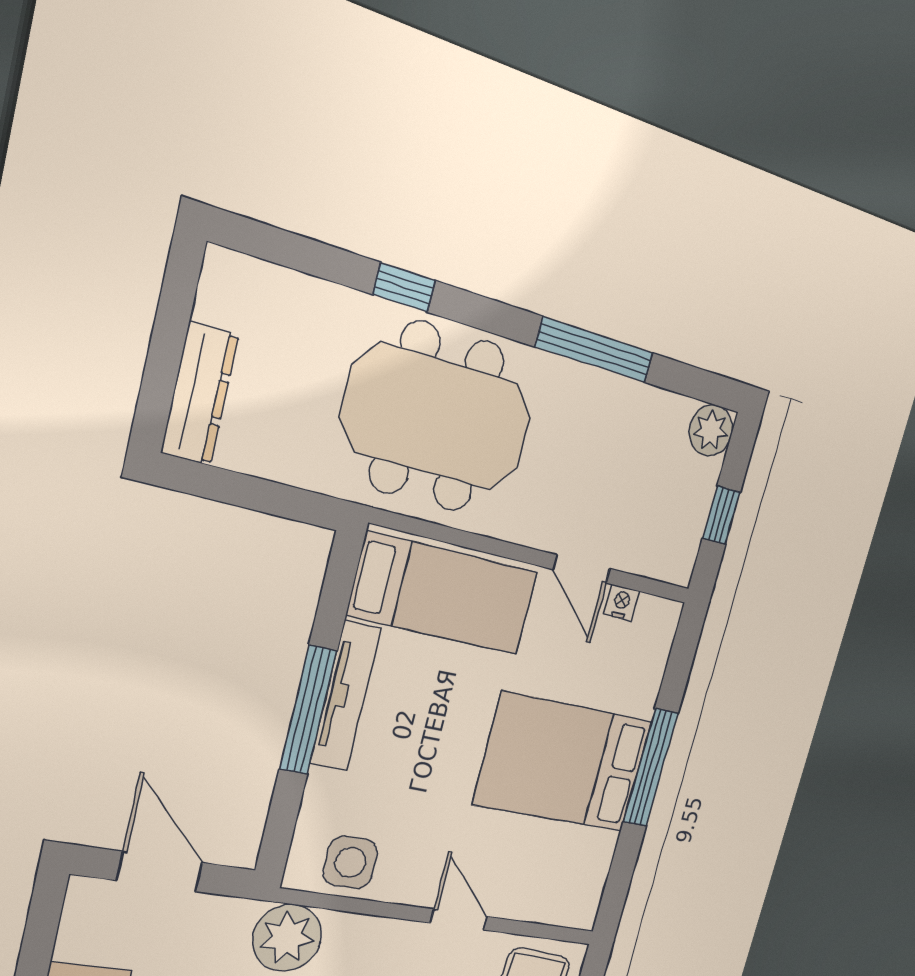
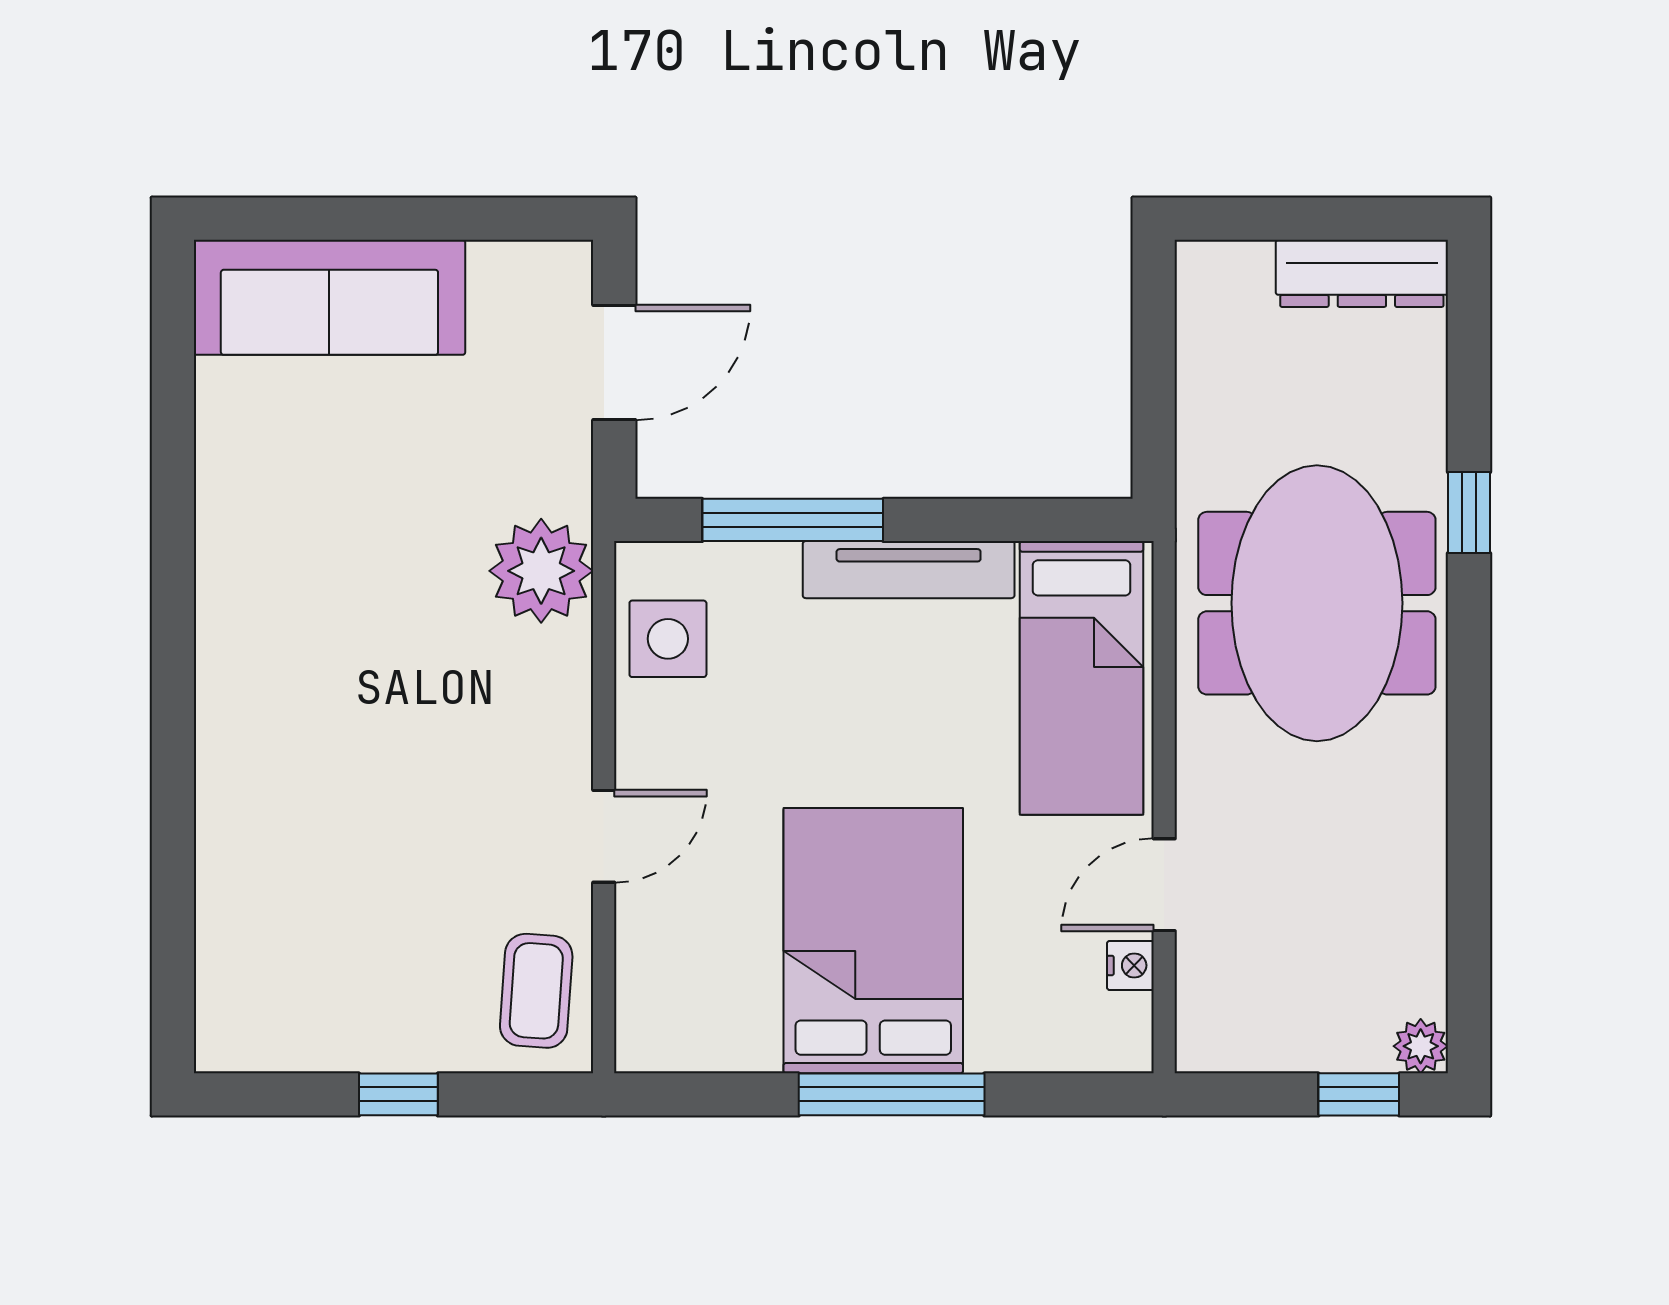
window: (595, 350) -> (1469, 814), removed
dresser: (200, 394) -> (1362, 273), moved
plant: (711, 430) -> (1421, 1046), width x0.73, depth x0.73
window: (721, 515) -> (1359, 1094), moved
window: (308, 710) -> (793, 520), moved

